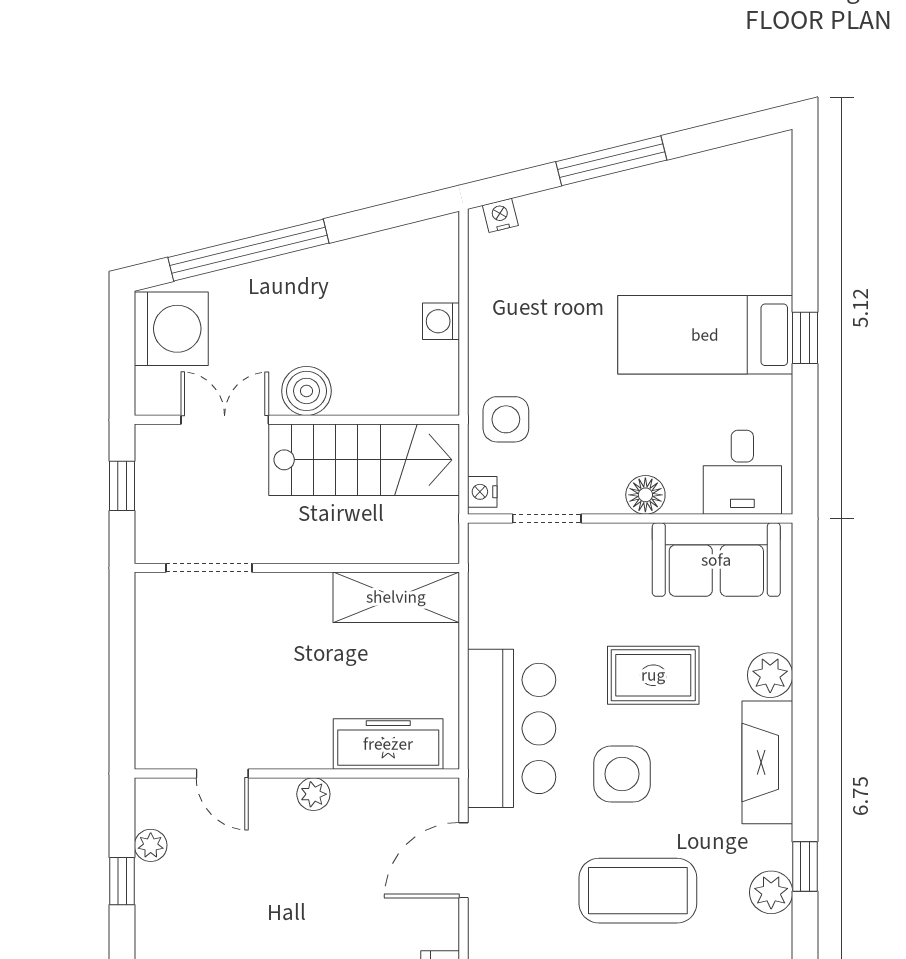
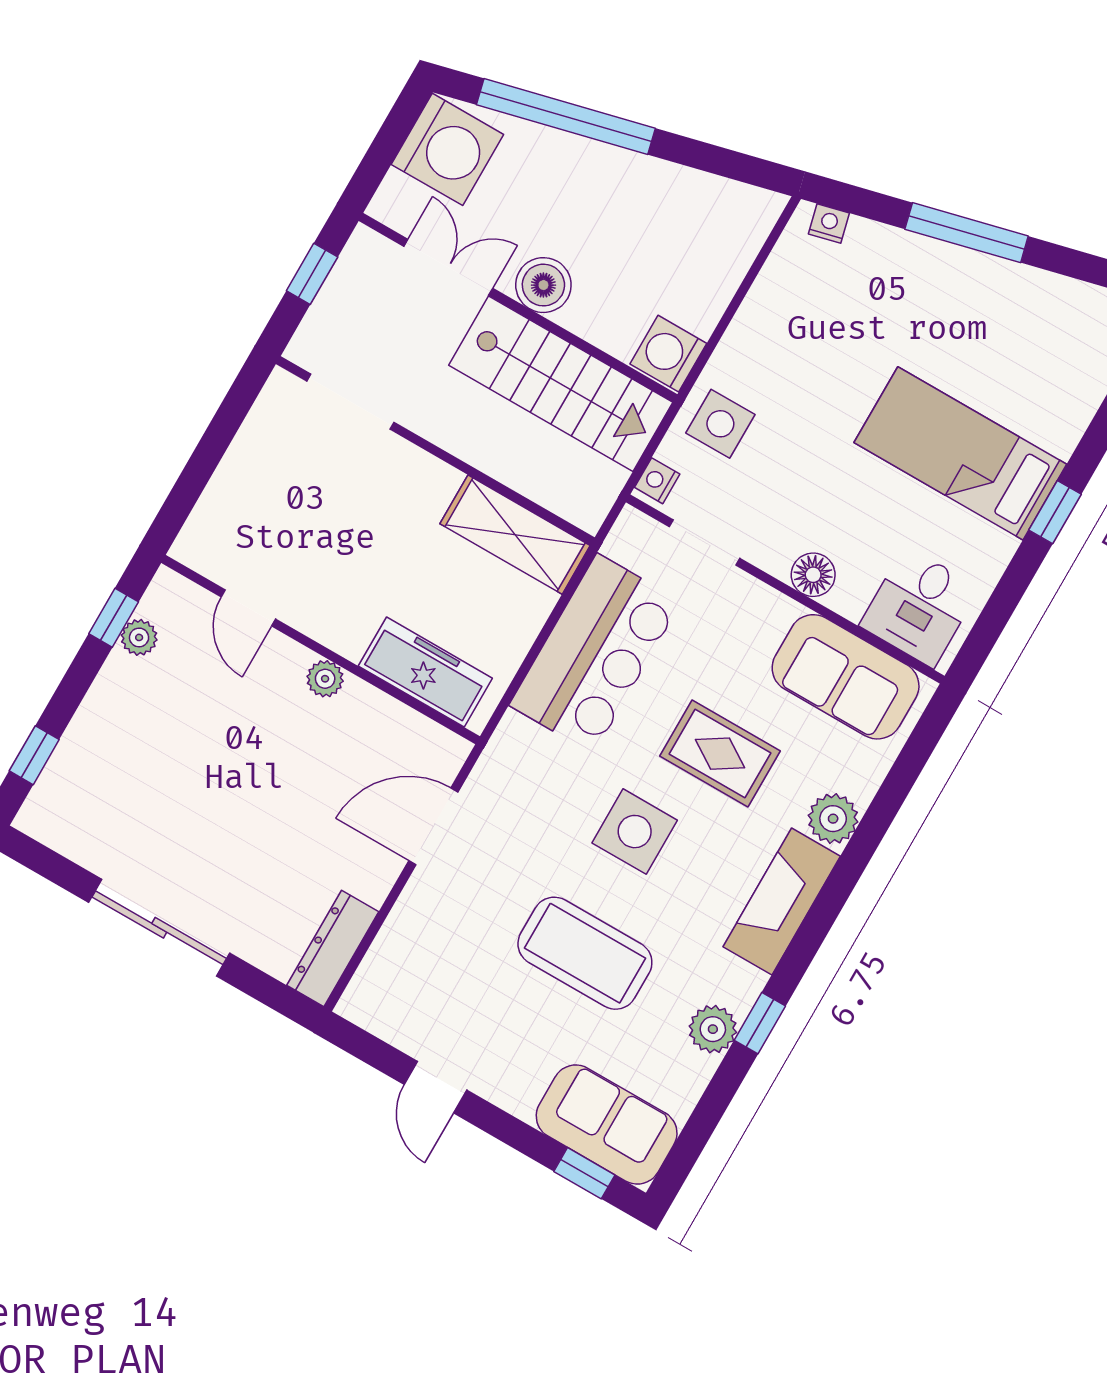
washing machine: (441, 321) -> (668, 354), moved, width x1.38, depth x1.38
bar counter: (512, 728) -> (595, 653), moved
window: (122, 881) -> (114, 618), moved

